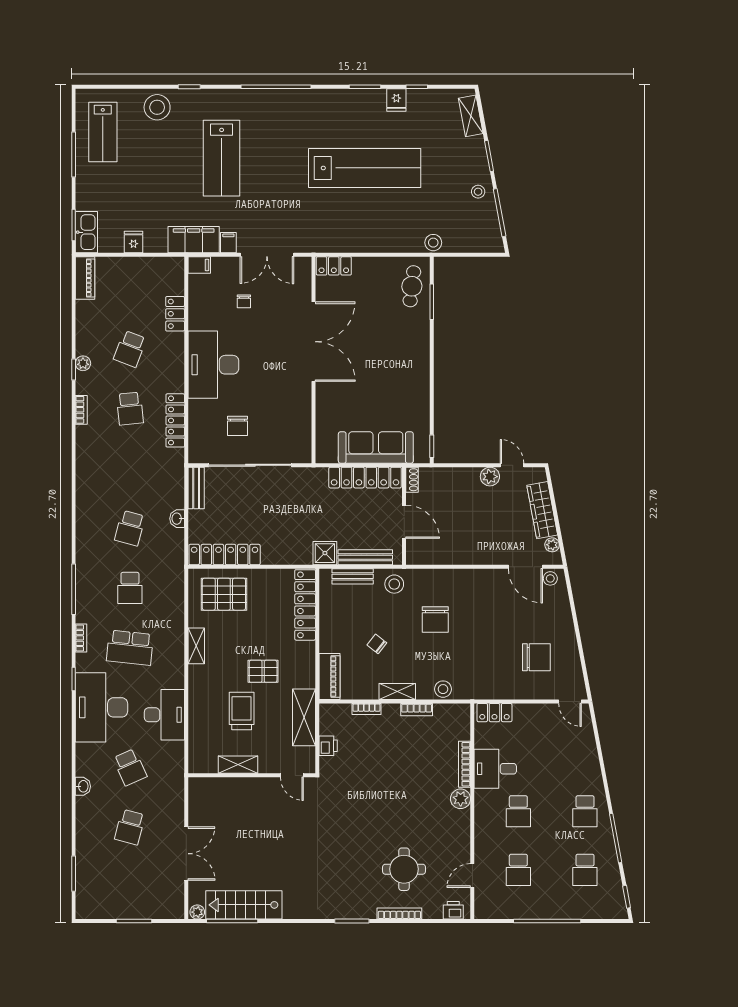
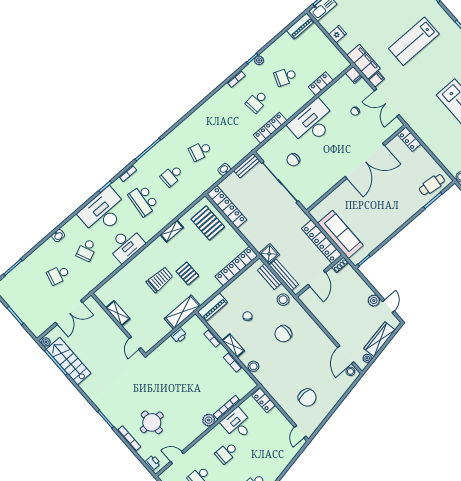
shelving: (238, 765) -> (118, 313), moved
wall: (252, 775) -> (118, 324), moved
door: (292, 775) -> (135, 343), moved

